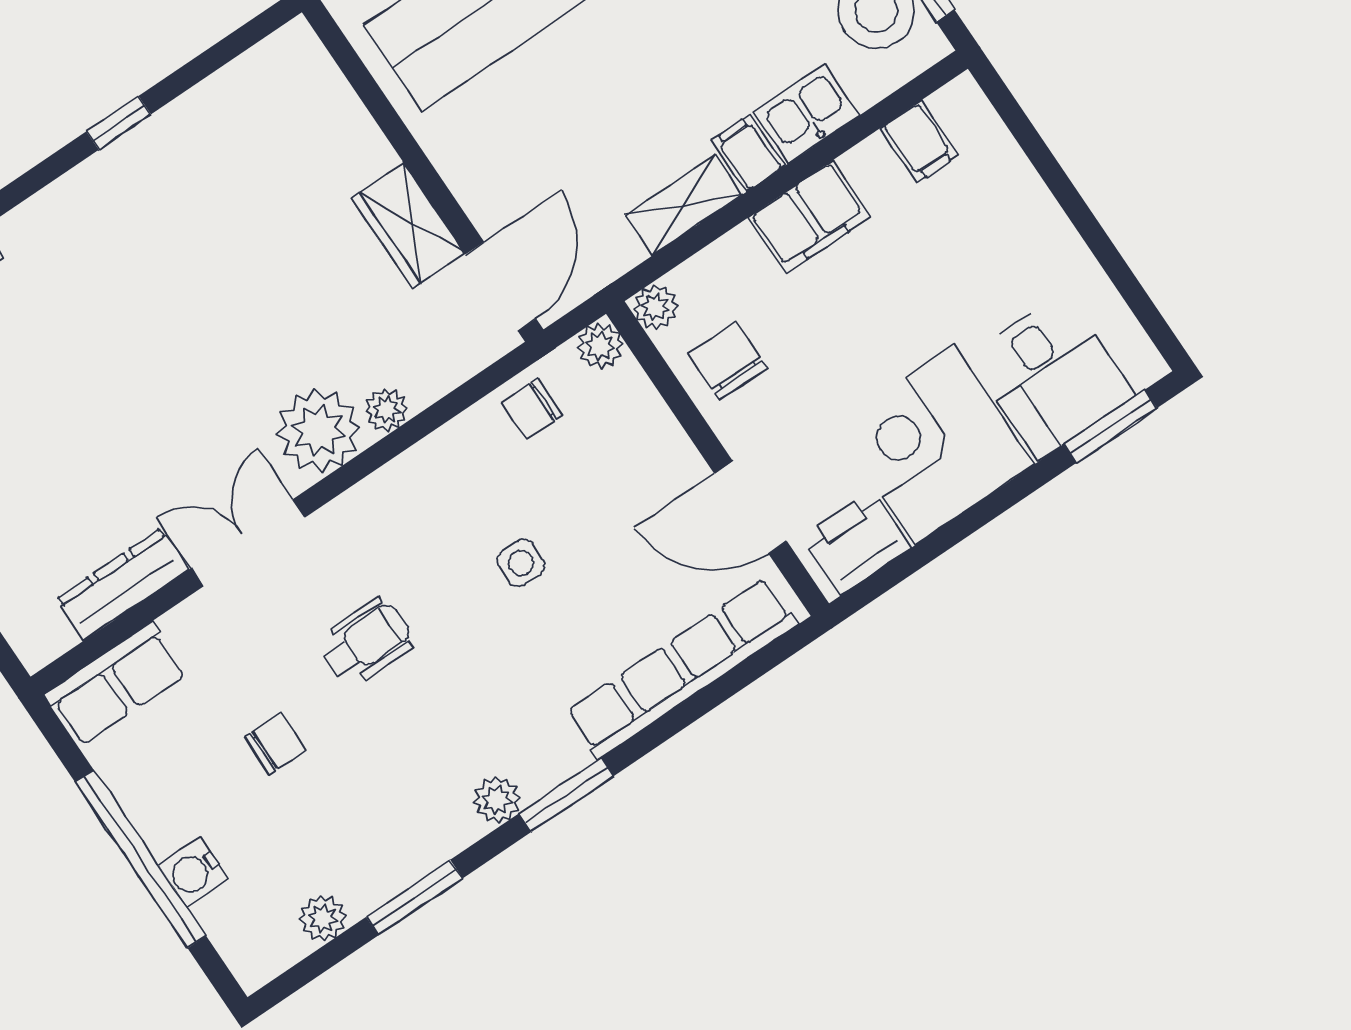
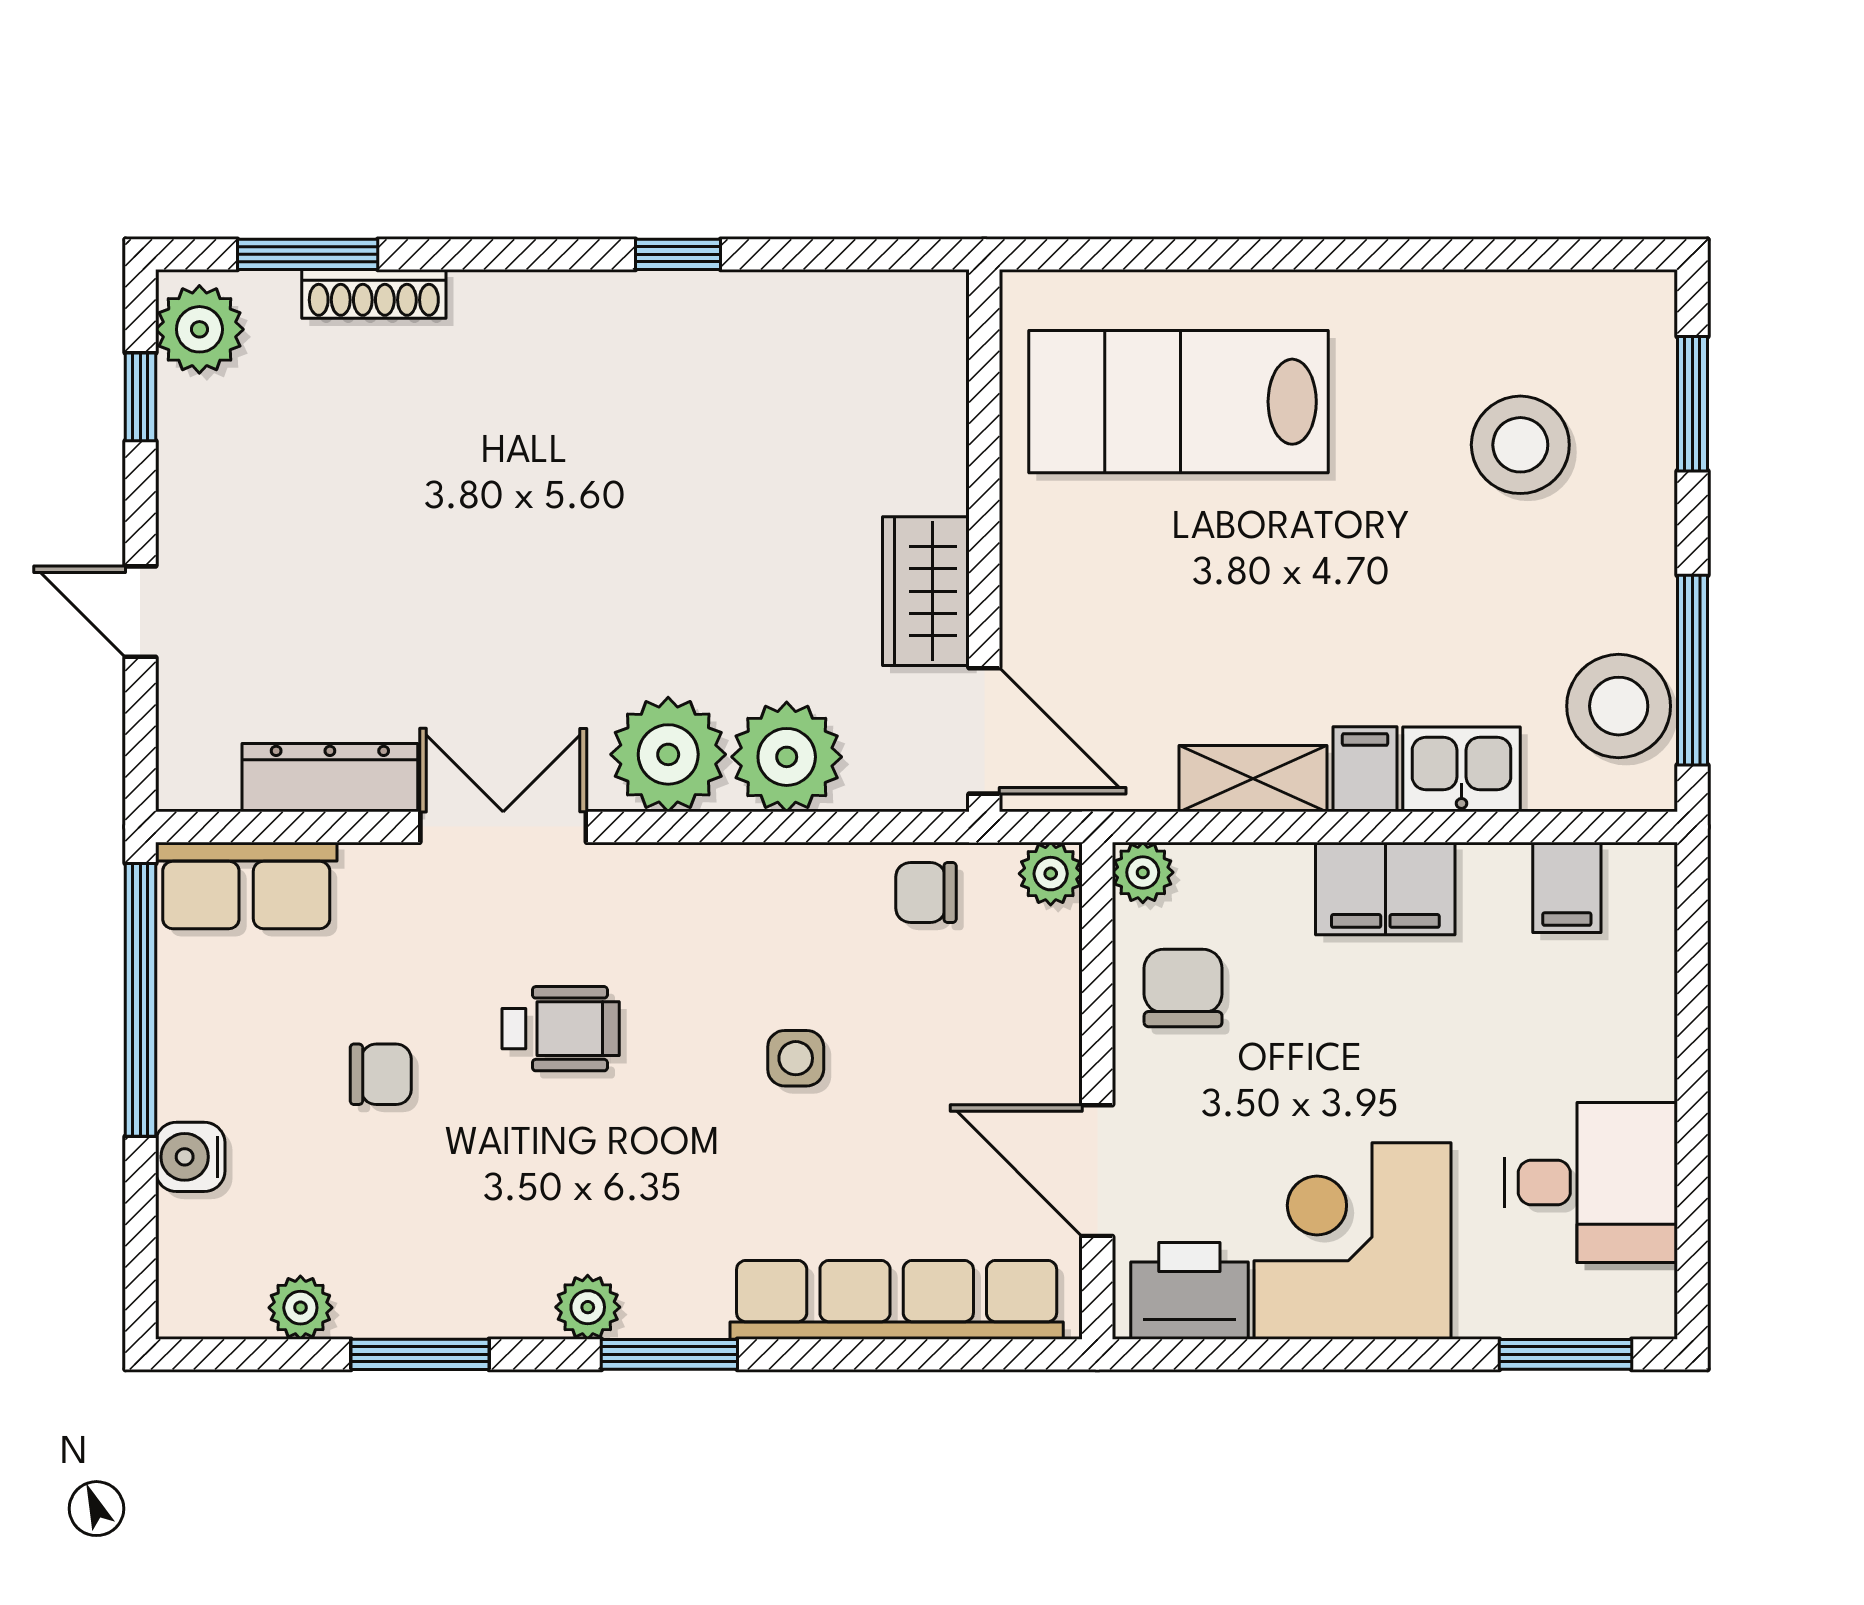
door: (501, 286) -> (984, 731), hinge flipped
desk: (1052, 376) -> (1591, 1182), moved, turned -90
plant: (386, 410) -> (787, 757), width x1.88, depth x1.88
window: (141, 859) -> (140, 1000), moved

